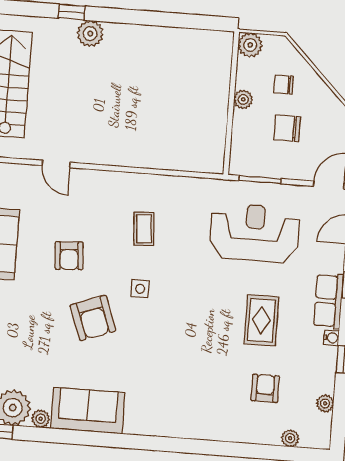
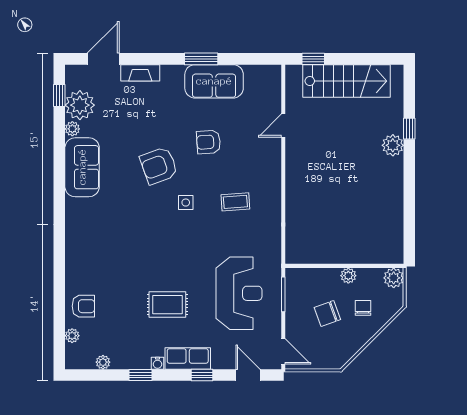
chair: (287, 128) -> (327, 314), turned -110
armchair: (265, 388) -> (83, 306), moved

